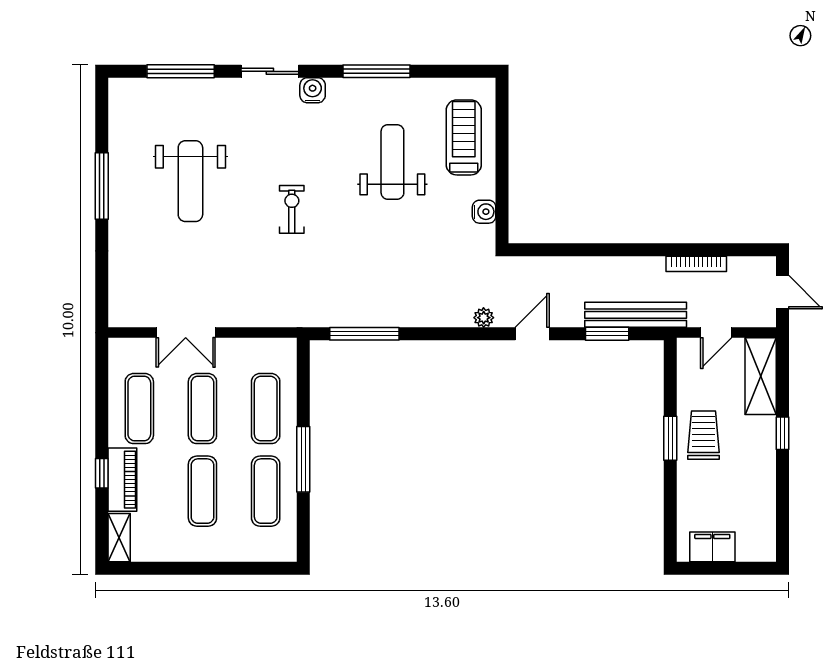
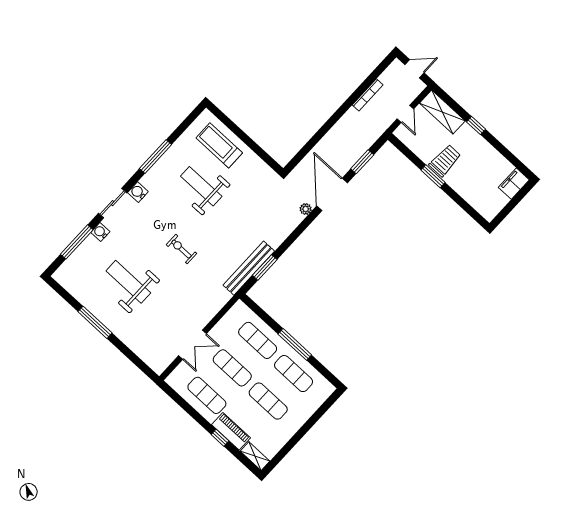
weight bench: (190, 181) -> (128, 282), turned 180
water cooler: (484, 212) -> (100, 232), moved, turned -90
bench: (636, 315) -> (249, 268), moved
window: (364, 334) -> (265, 267), width x0.69
door: (532, 334) -> (332, 194), width x1.87
trolley: (703, 435) -> (445, 161), turned 90
filing cabinet: (712, 547) -> (514, 184), moved

